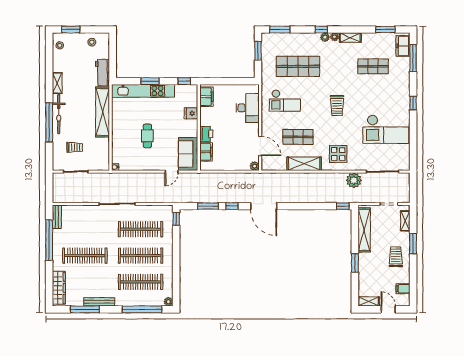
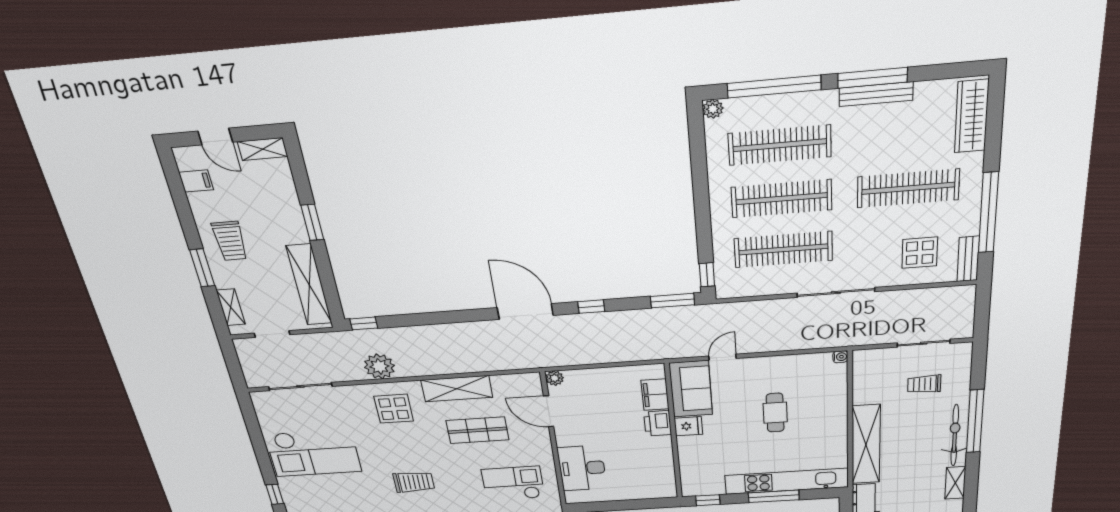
window: (150, 81) -> (774, 496), width x1.44
filing cabinet: (206, 97) -> (663, 480), removed
trolley: (337, 106) -> (414, 482), turned 90
fridge: (191, 113) -> (688, 426), moved
checkout: (386, 129) -> (313, 453), turned 180
plant: (354, 180) -> (379, 366), moved
window: (208, 206) -> (673, 301), moved
display table: (79, 222) -> (920, 253), added
window: (85, 309) -> (873, 78), moved

